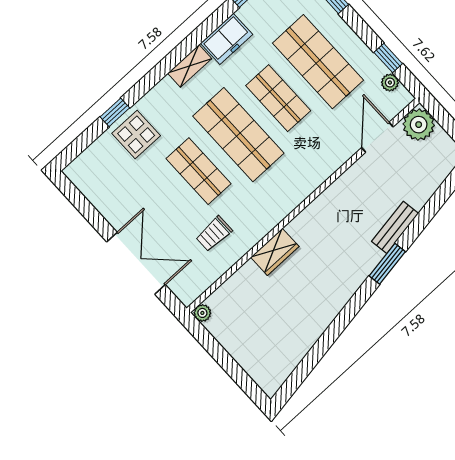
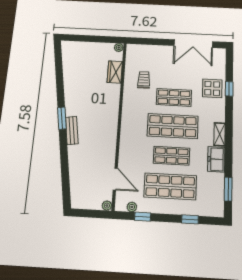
plant: (419, 125) -> (107, 206), width x0.53, depth x0.53
bench: (395, 227) -> (72, 130), moved
wardrobe: (275, 252) -> (115, 72), moved
double door: (136, 263) -> (193, 44), moved
window: (387, 264) -> (62, 118), moved

